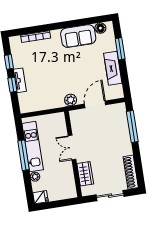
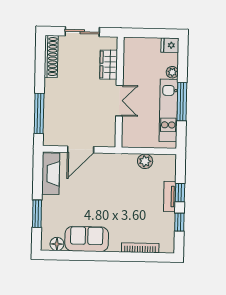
fireplace: (113, 68) -> (51, 174), moved
plant: (71, 100) -> (145, 161), moved

